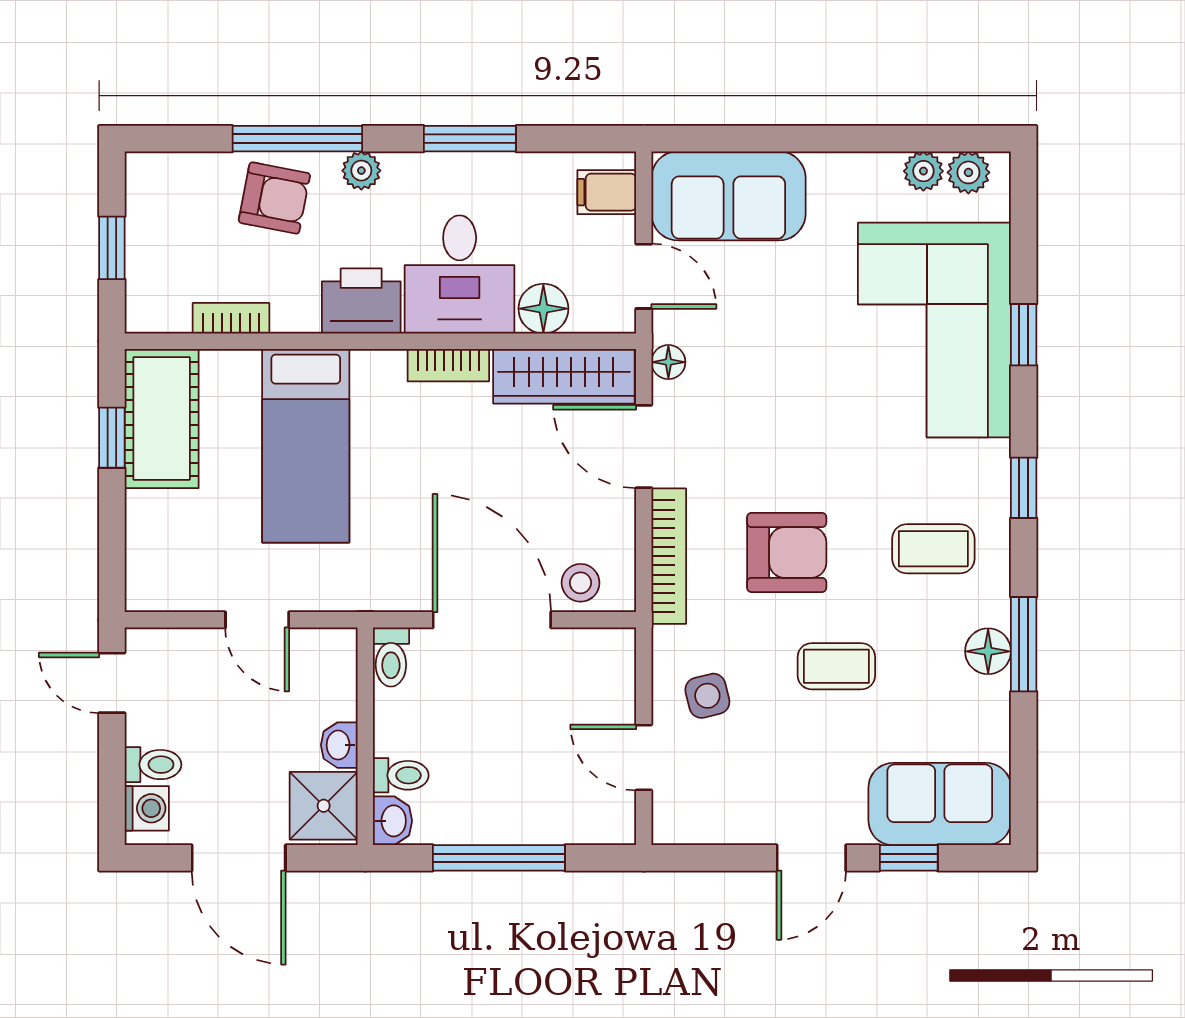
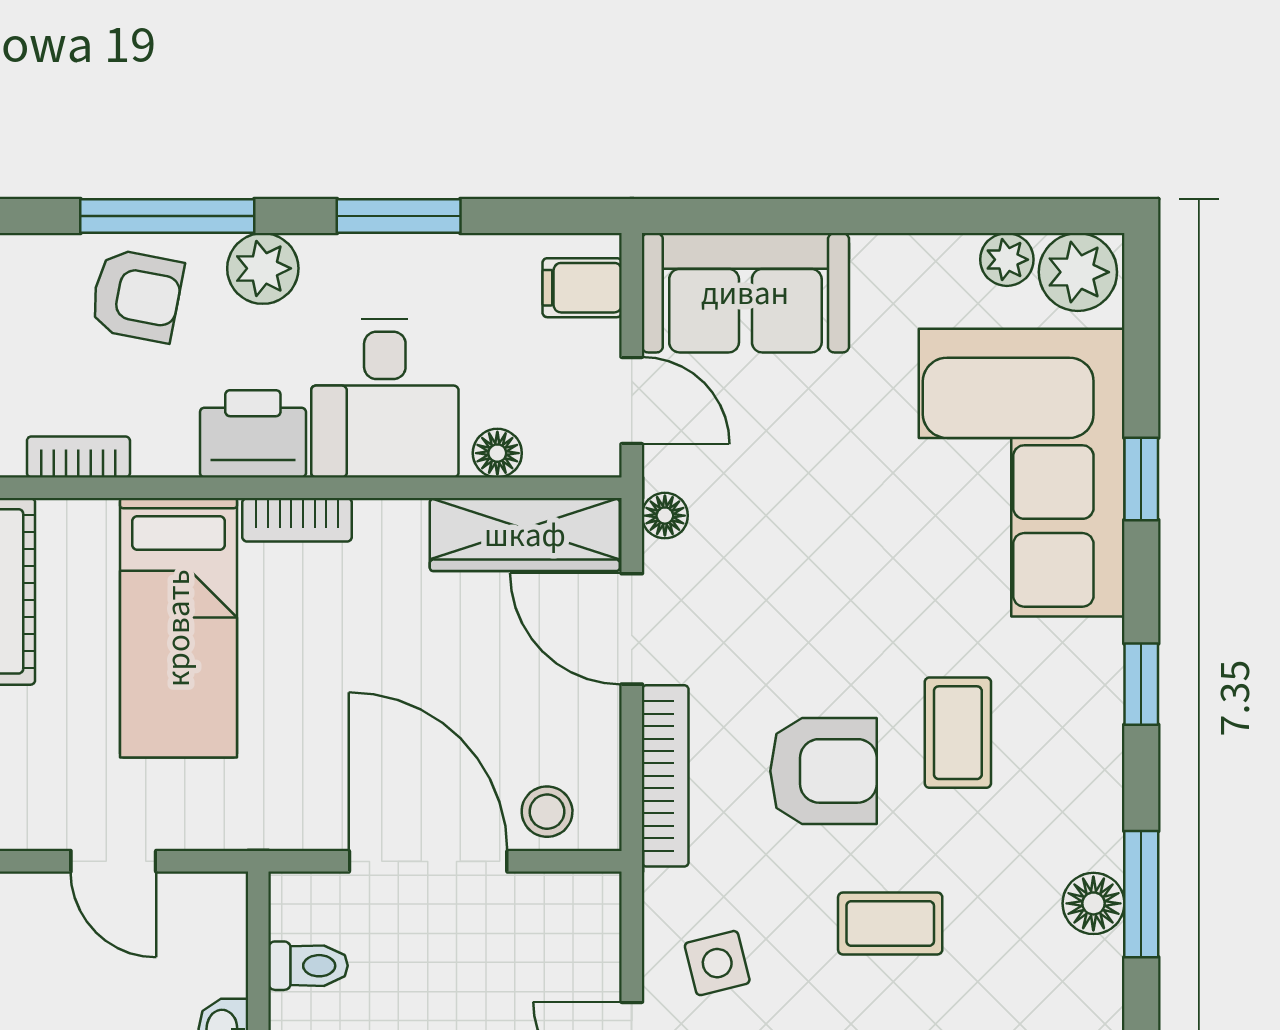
plant: (361, 171) -> (263, 268), width x1.38, depth x1.38
plant: (968, 172) -> (1078, 272), width x1.38, depth x1.38
floor lamp: (543, 309) -> (497, 453), width x0.73, depth x0.73
bookcase: (448, 365) -> (297, 520), moved
coffee table: (933, 549) -> (958, 733), moved, turned 90
toilet: (391, 657) -> (308, 966), moved, turned -90

